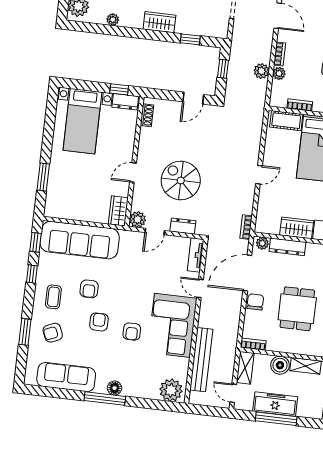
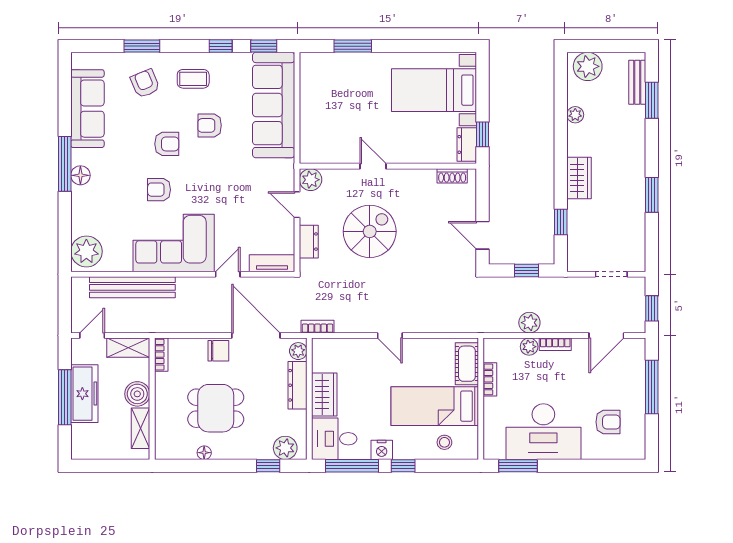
wardrobe: (118, 211) -> (319, 152), removed

